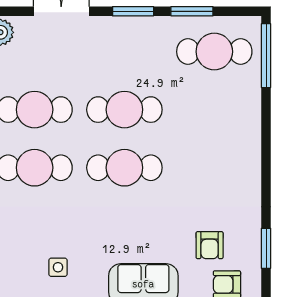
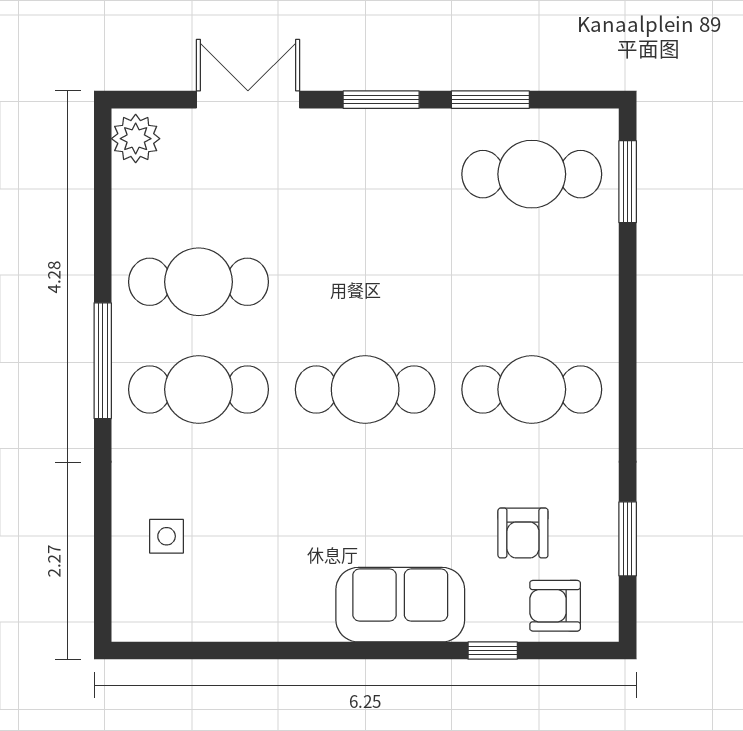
window: (266, 56) -> (628, 182), width x0.69
cafe table: (124, 110) -> (532, 389), moved
side table: (58, 267) -> (167, 536), moved

